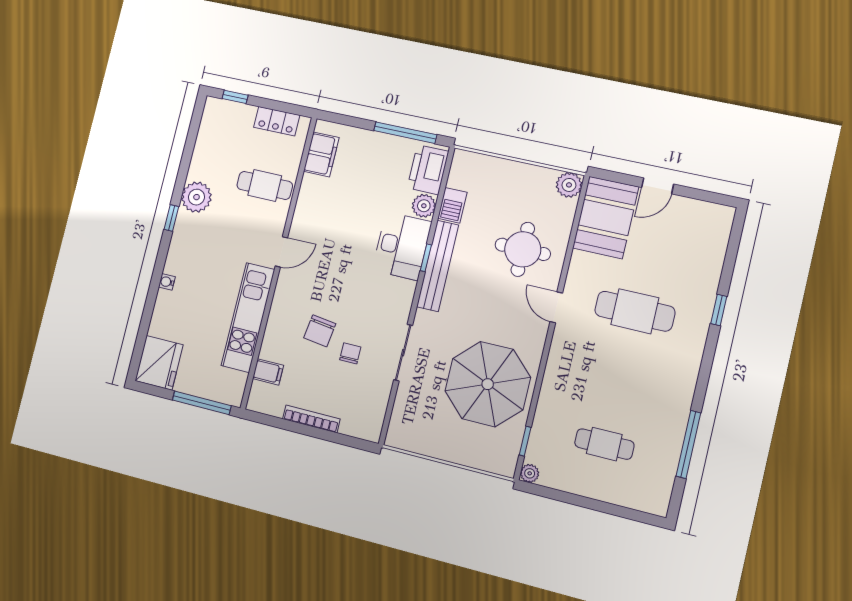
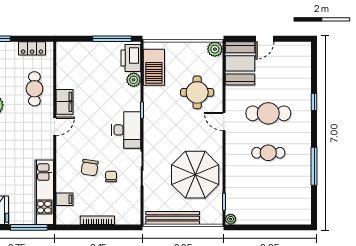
filing cabinet: (321, 154) -> (64, 102), moved
cafe table: (265, 185) -> (34, 89), turned 90
barbecue: (452, 205) -> (154, 67), width x1.88, depth x1.53
desk: (402, 246) -> (126, 130), moved
bench: (438, 266) -> (173, 218), moved, turned 90
kitchen unit: (248, 317) -> (44, 192), moved
cafe table: (604, 444) -> (268, 153), moved
window: (688, 444) -> (314, 166), moved

